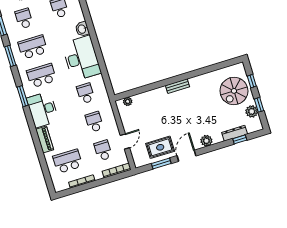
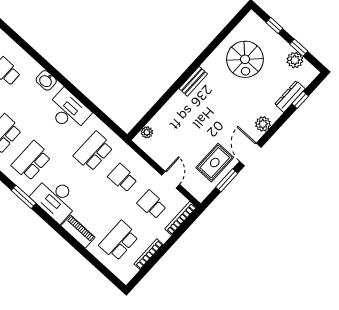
desk: (81, 58) -> (68, 111), width x0.73, depth x0.77
spiral stairs: (234, 91) -> (245, 59), moved
school desk: (86, 93) -> (93, 151), width x1.85

